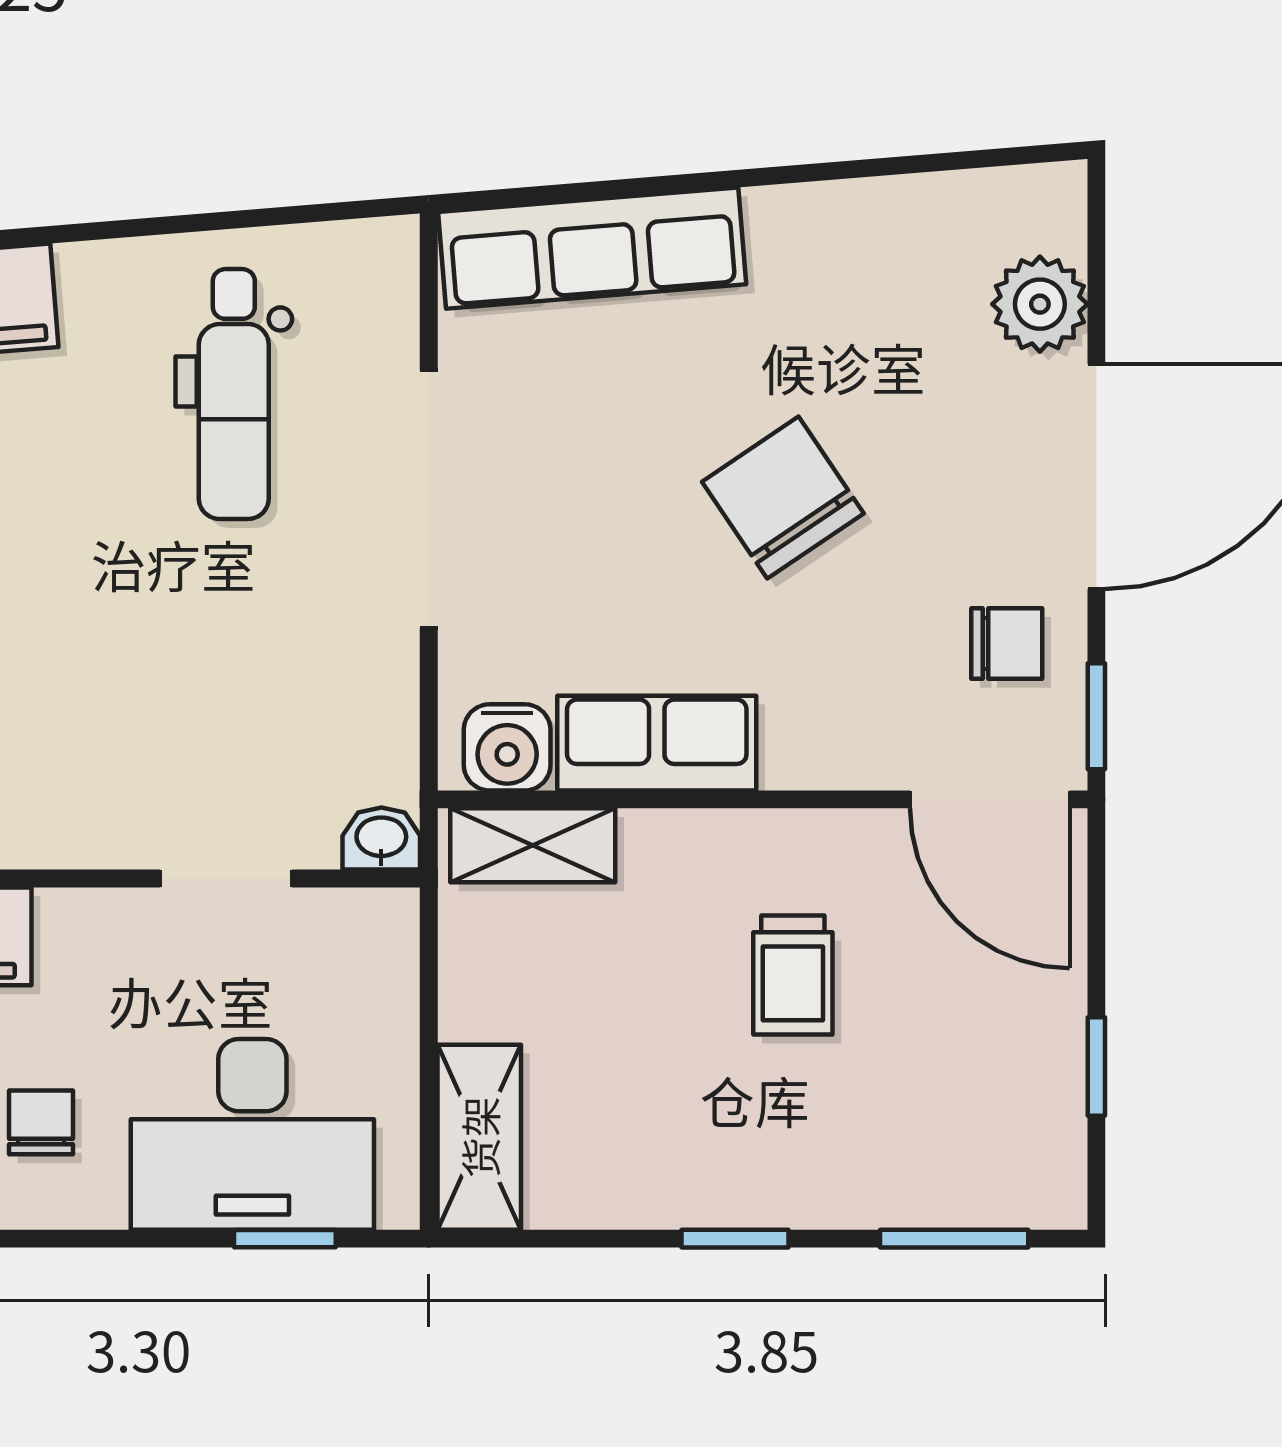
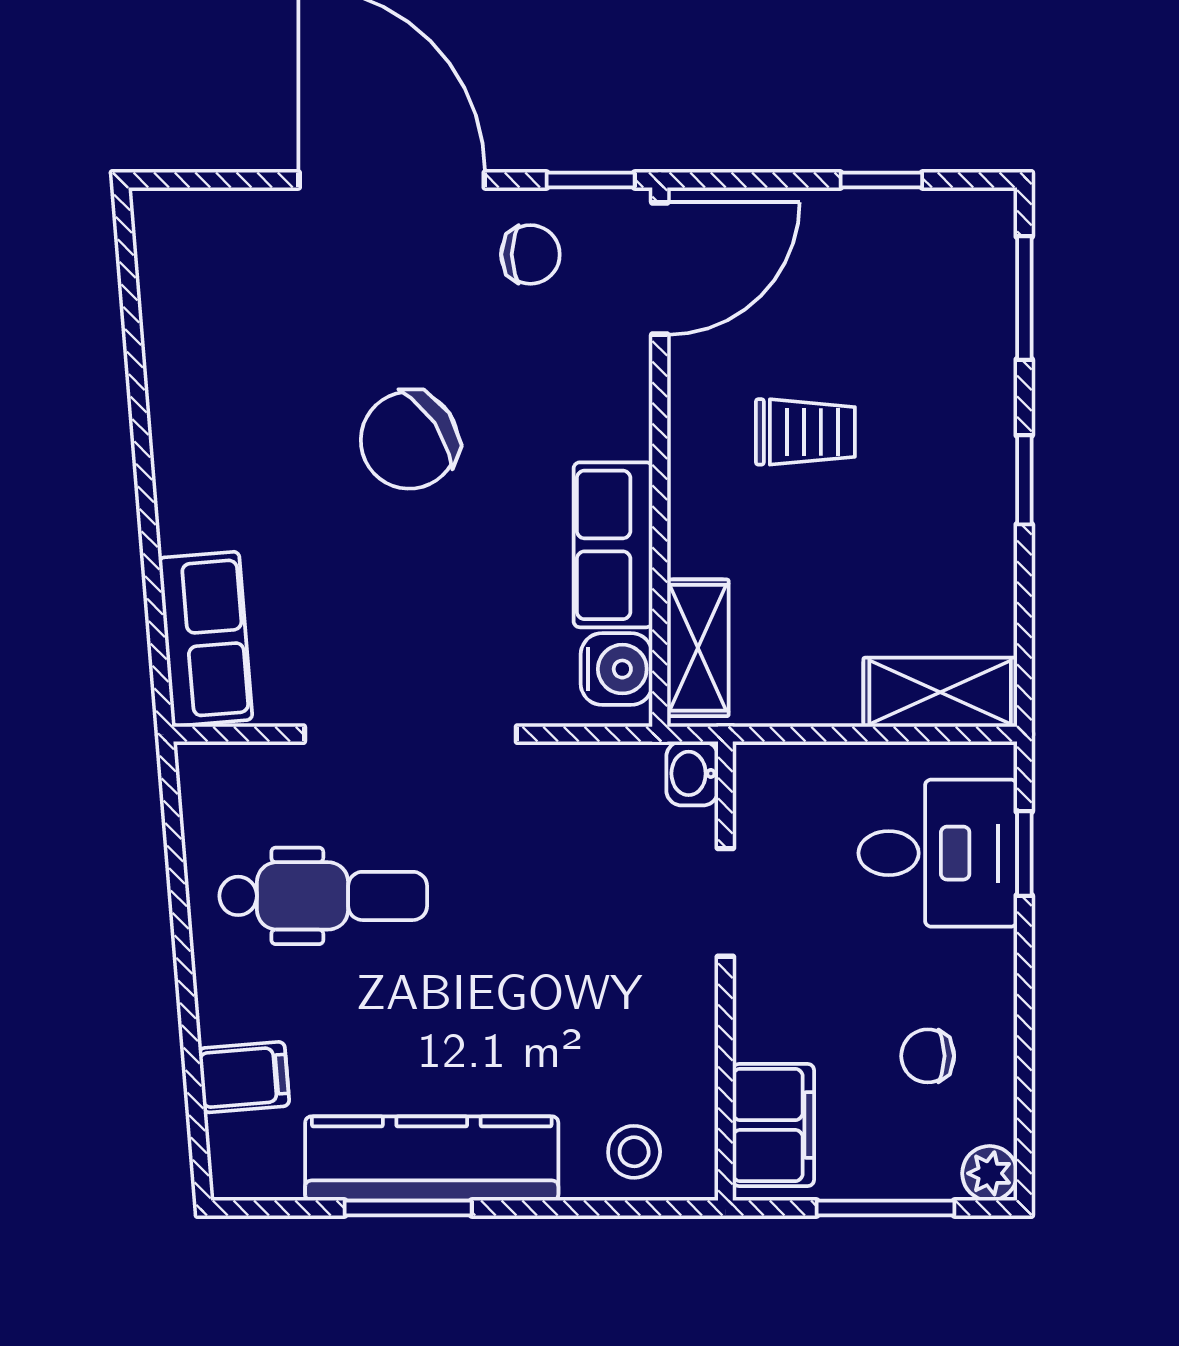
row of seats: (592, 248) -> (206, 639), width x0.68
plant: (1040, 304) -> (249, 227), removed
chair: (1007, 644) -> (530, 254), turned 90
desk: (252, 1134) -> (938, 853), width x0.73

